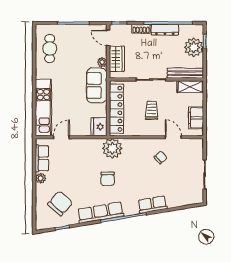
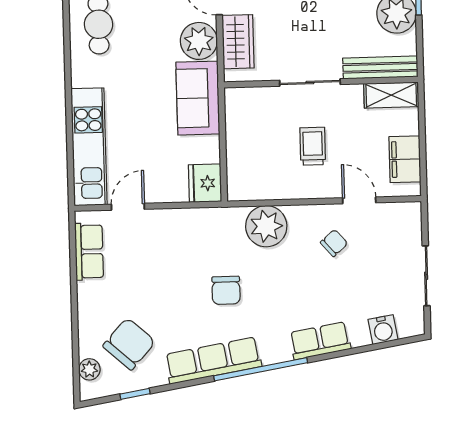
plant: (102, 62) -> (199, 41), width x1.88, depth x1.88
locker: (116, 109) -> (240, 145), removed
plant: (112, 148) -> (266, 226), moved
plant: (41, 178) -> (89, 369), moved
water cooler: (183, 200) -> (383, 330), added

